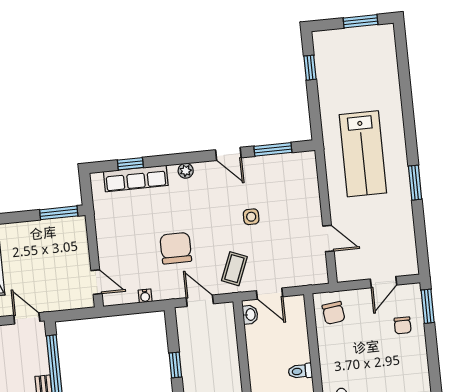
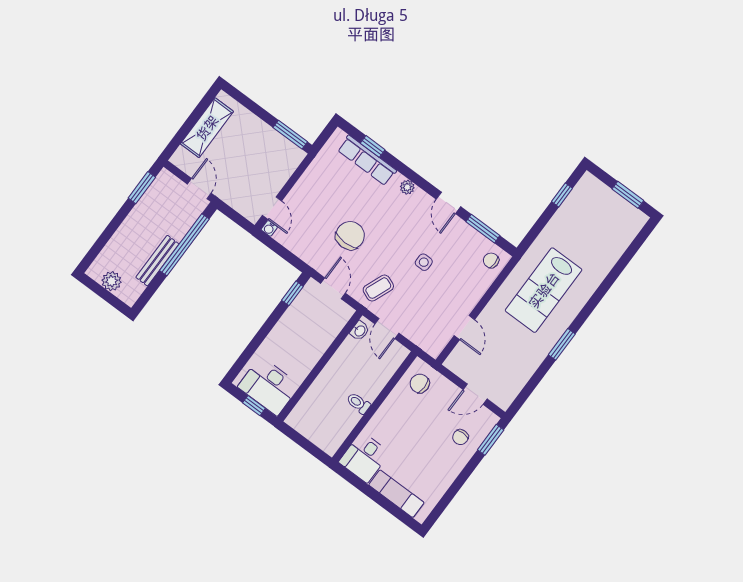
chair: (302, 168) -> (491, 260), added
water cooler: (145, 296) -> (269, 228), moved
chair: (333, 313) -> (420, 383), turned 97
window: (175, 365) -> (292, 293), moved

